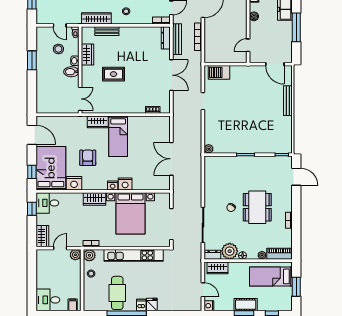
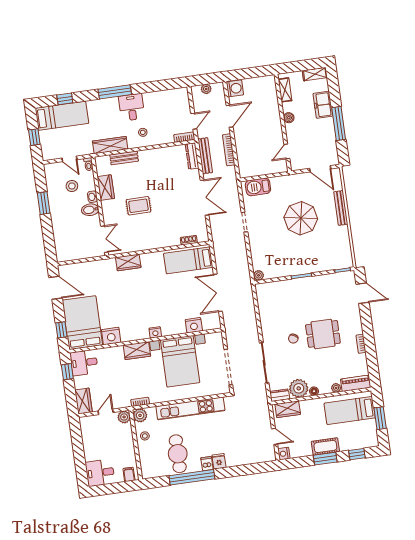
parasol: (252, 105) -> (301, 218), added
bed: (118, 136) -> (188, 260), moved, turned 90
armchair: (88, 158) -> (123, 305), removed
nightstand: (125, 184) -> (194, 325), moved
dining table: (257, 207) -> (323, 334), width x0.73

